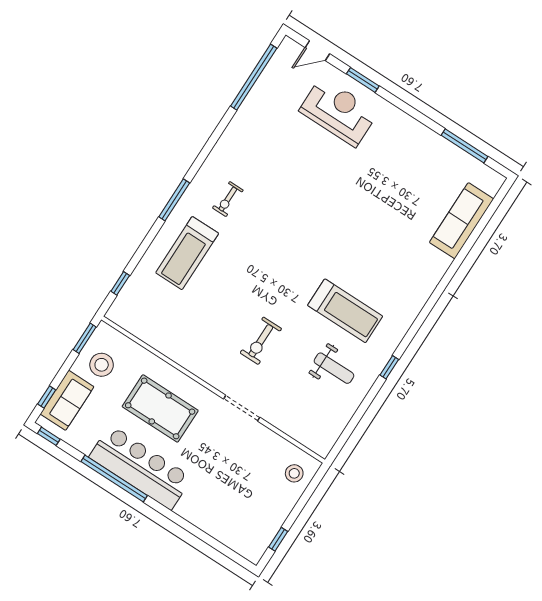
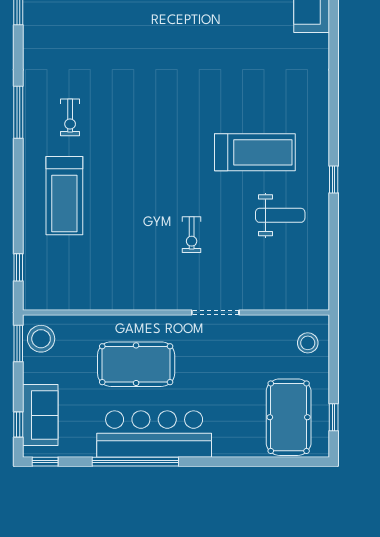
window: (174, 200) -> (18, 112), moved
exercise bike: (261, 341) -> (192, 235), width x0.73, depth x0.72
stool: (102, 365) -> (41, 339), moved
pool table: (246, 518) -> (289, 417), added

